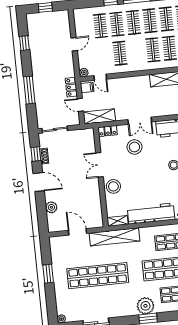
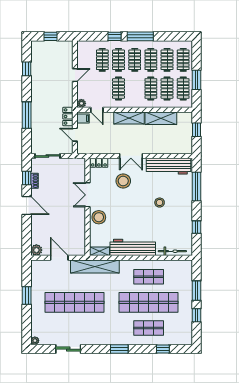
shelving: (99, 116) -> (129, 118), moved
plant: (51, 207) -> (36, 250), moved
plant: (145, 306) -> (118, 336), removed

